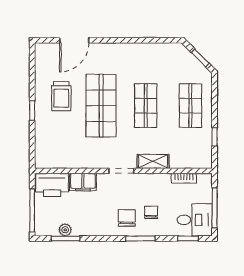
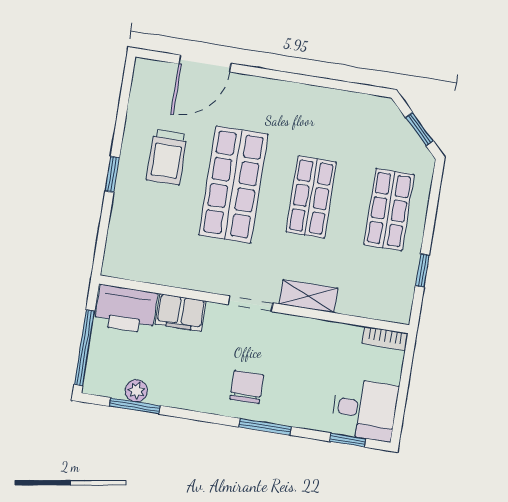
bookcase: (184, 178) -> (385, 338), moved
window: (215, 208) -> (402, 394), removed
chair: (151, 212) -> (291, 384), removed

